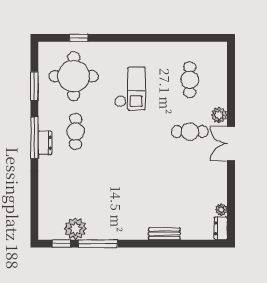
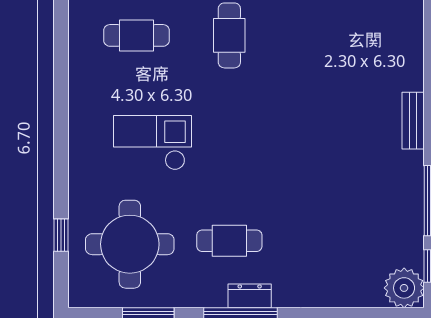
plant: (75, 229) -> (404, 288), moved
bench: (164, 234) -> (413, 121), moved

